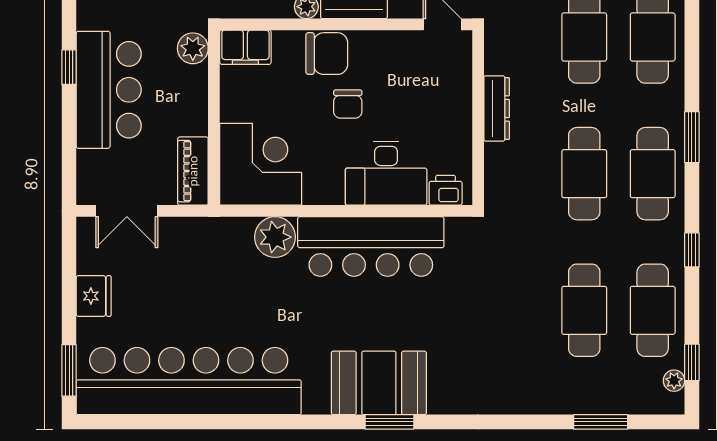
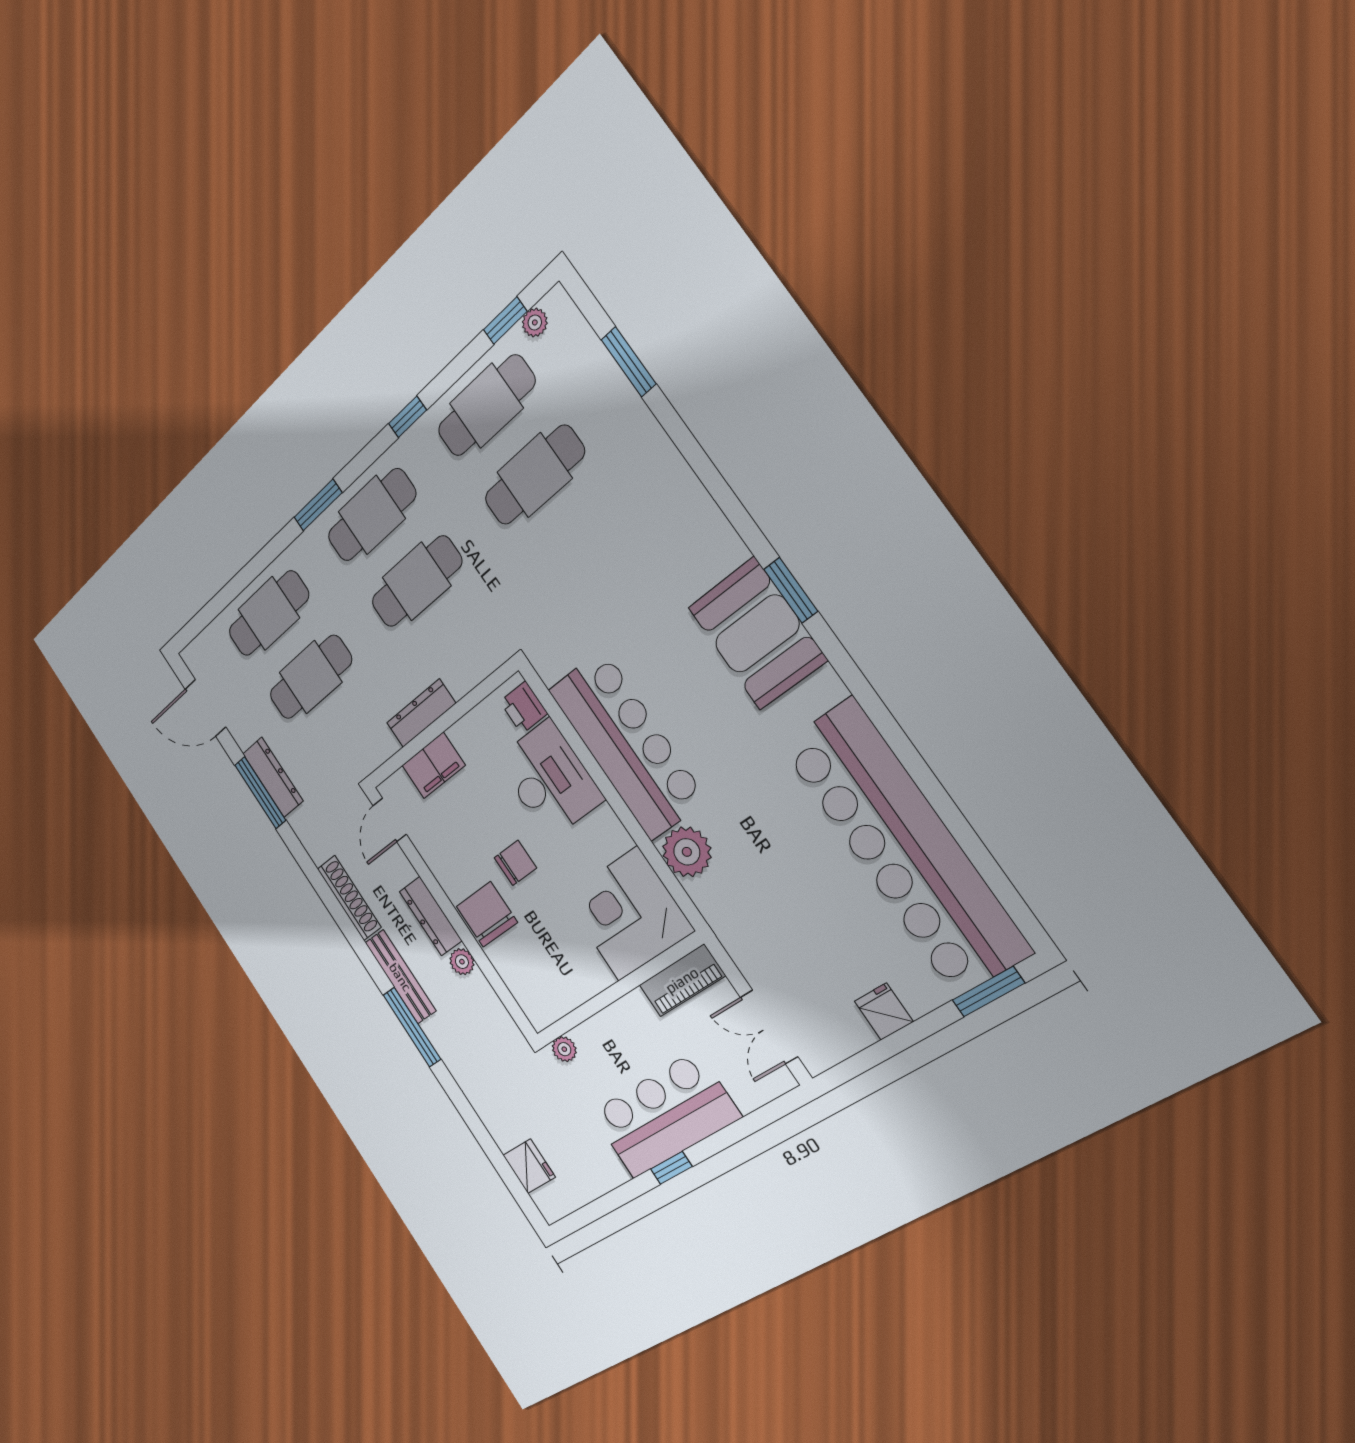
filing cabinet: (245, 47) -> (434, 765), moved, turned 90
plant: (193, 48) -> (564, 1049), width x0.73, depth x0.73
double door: (127, 211) -> (769, 1027), swing flipped
fridge: (94, 296) -> (884, 1011), width x0.72

